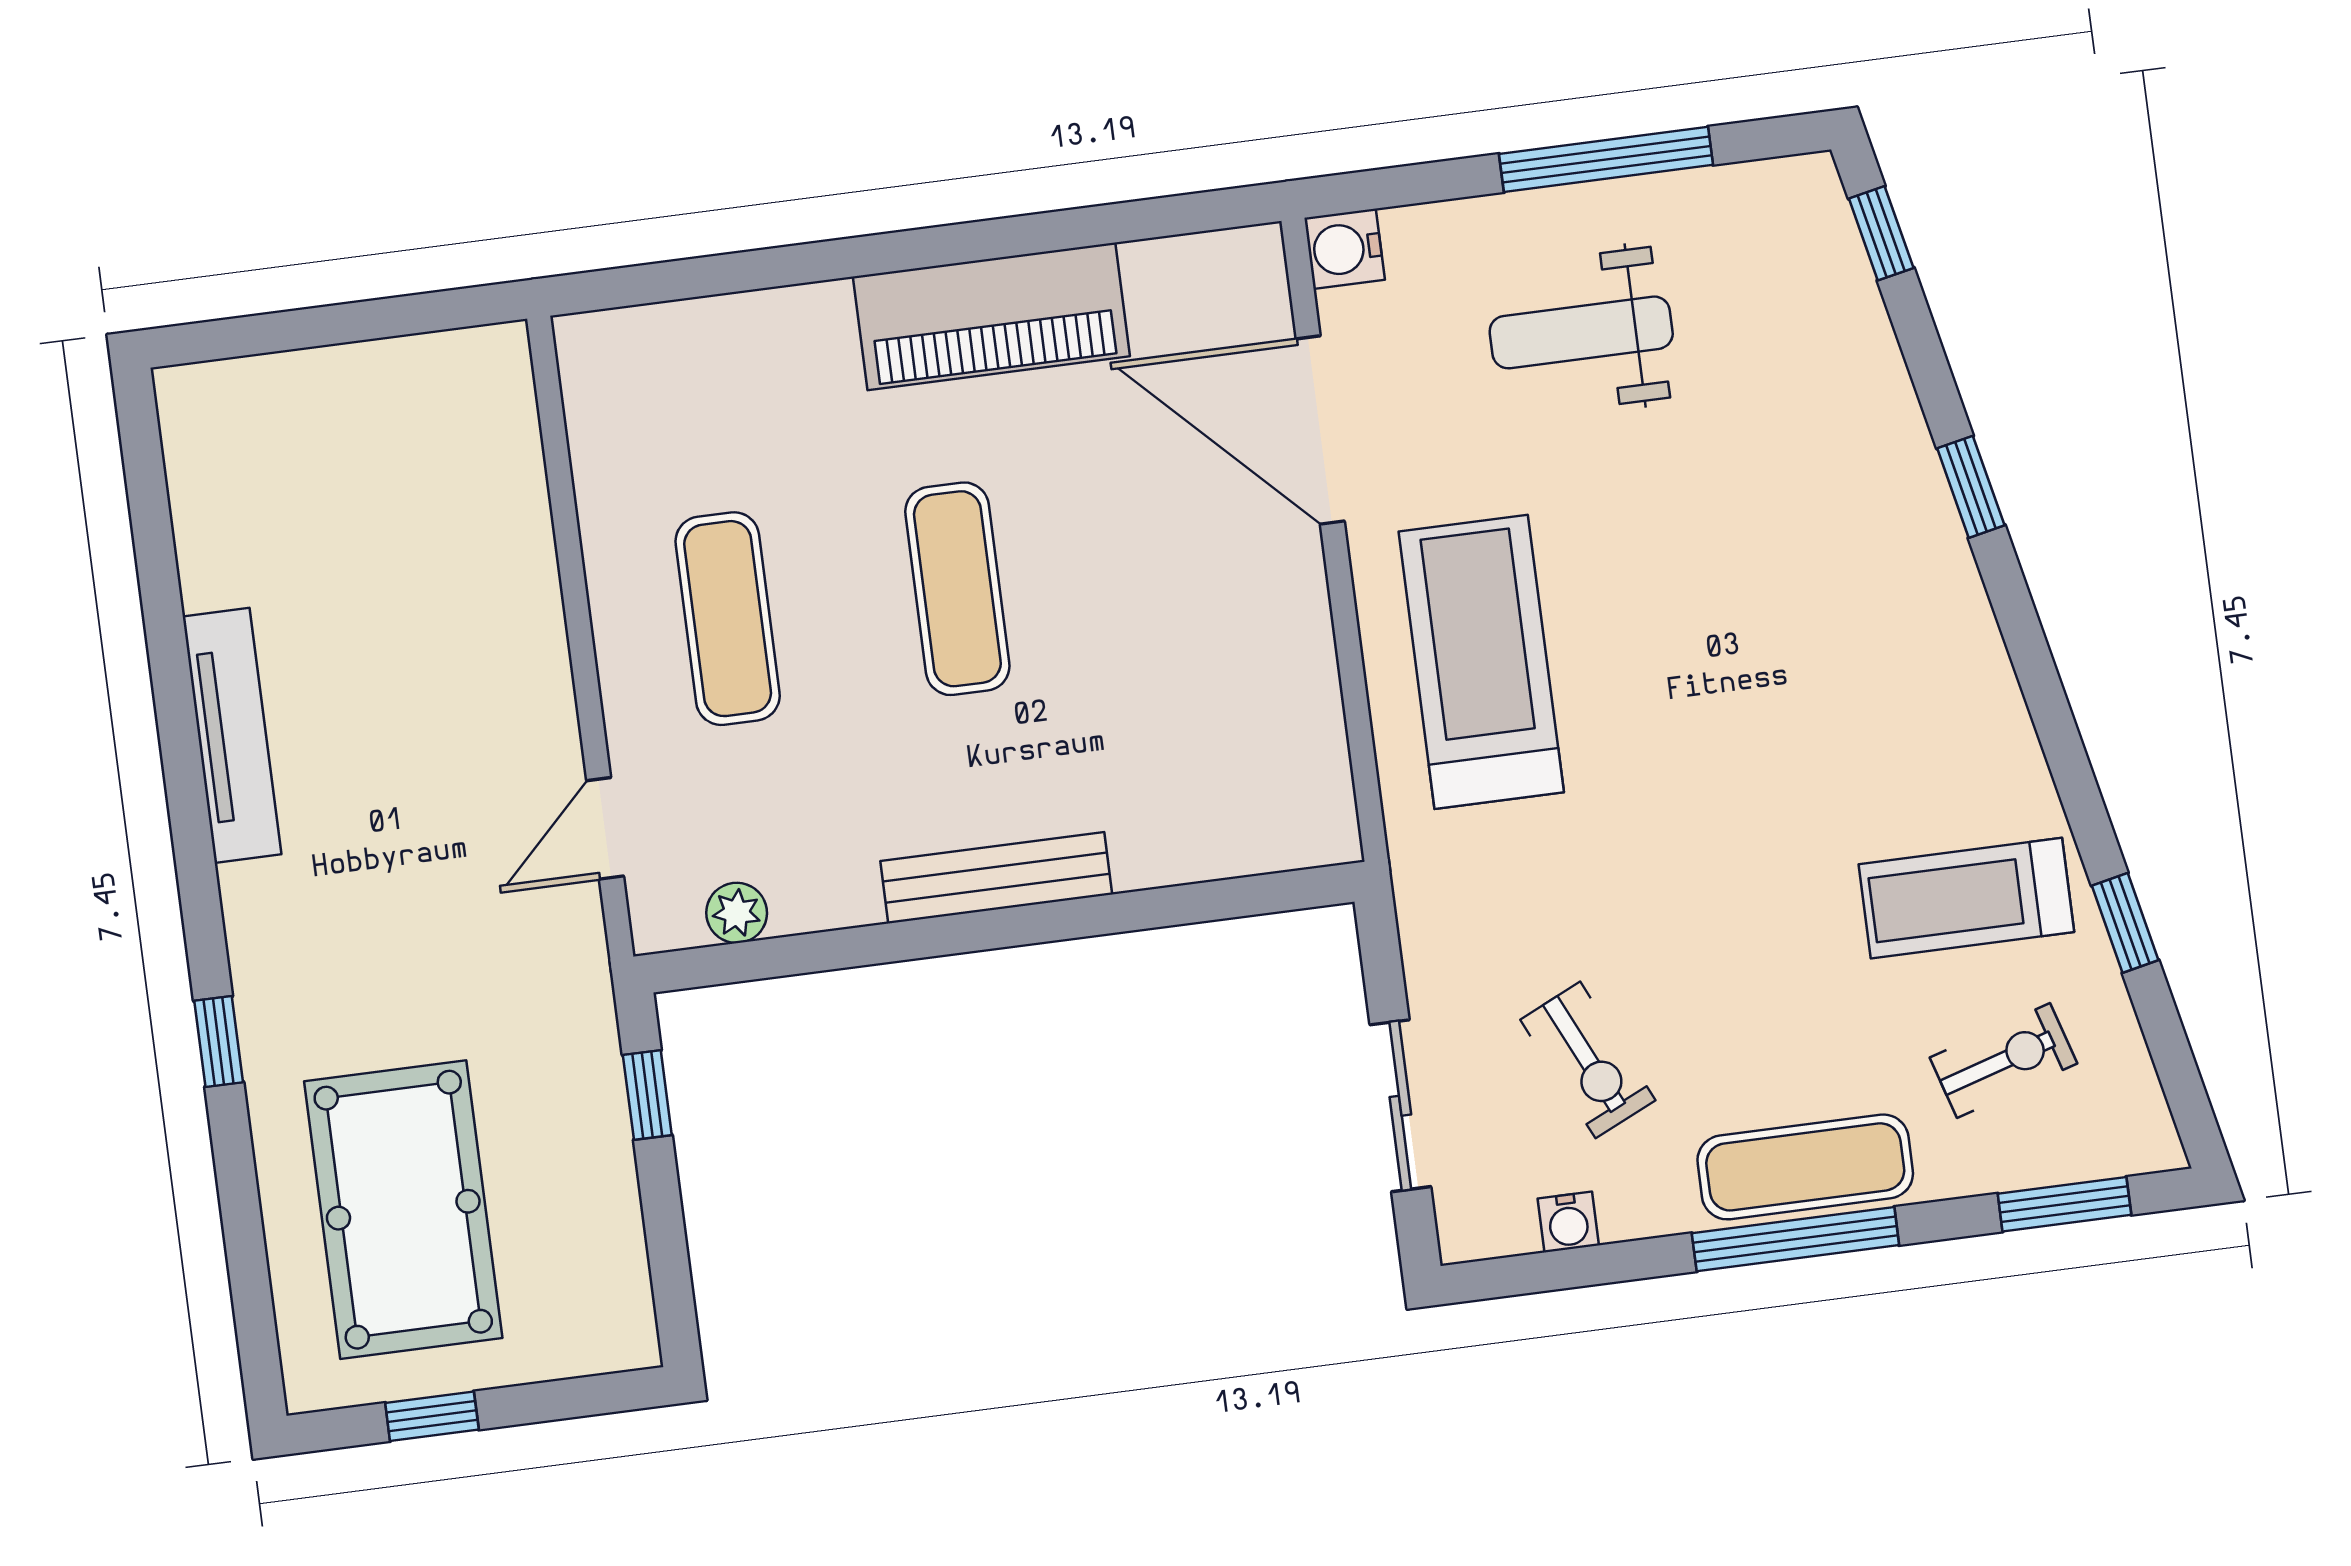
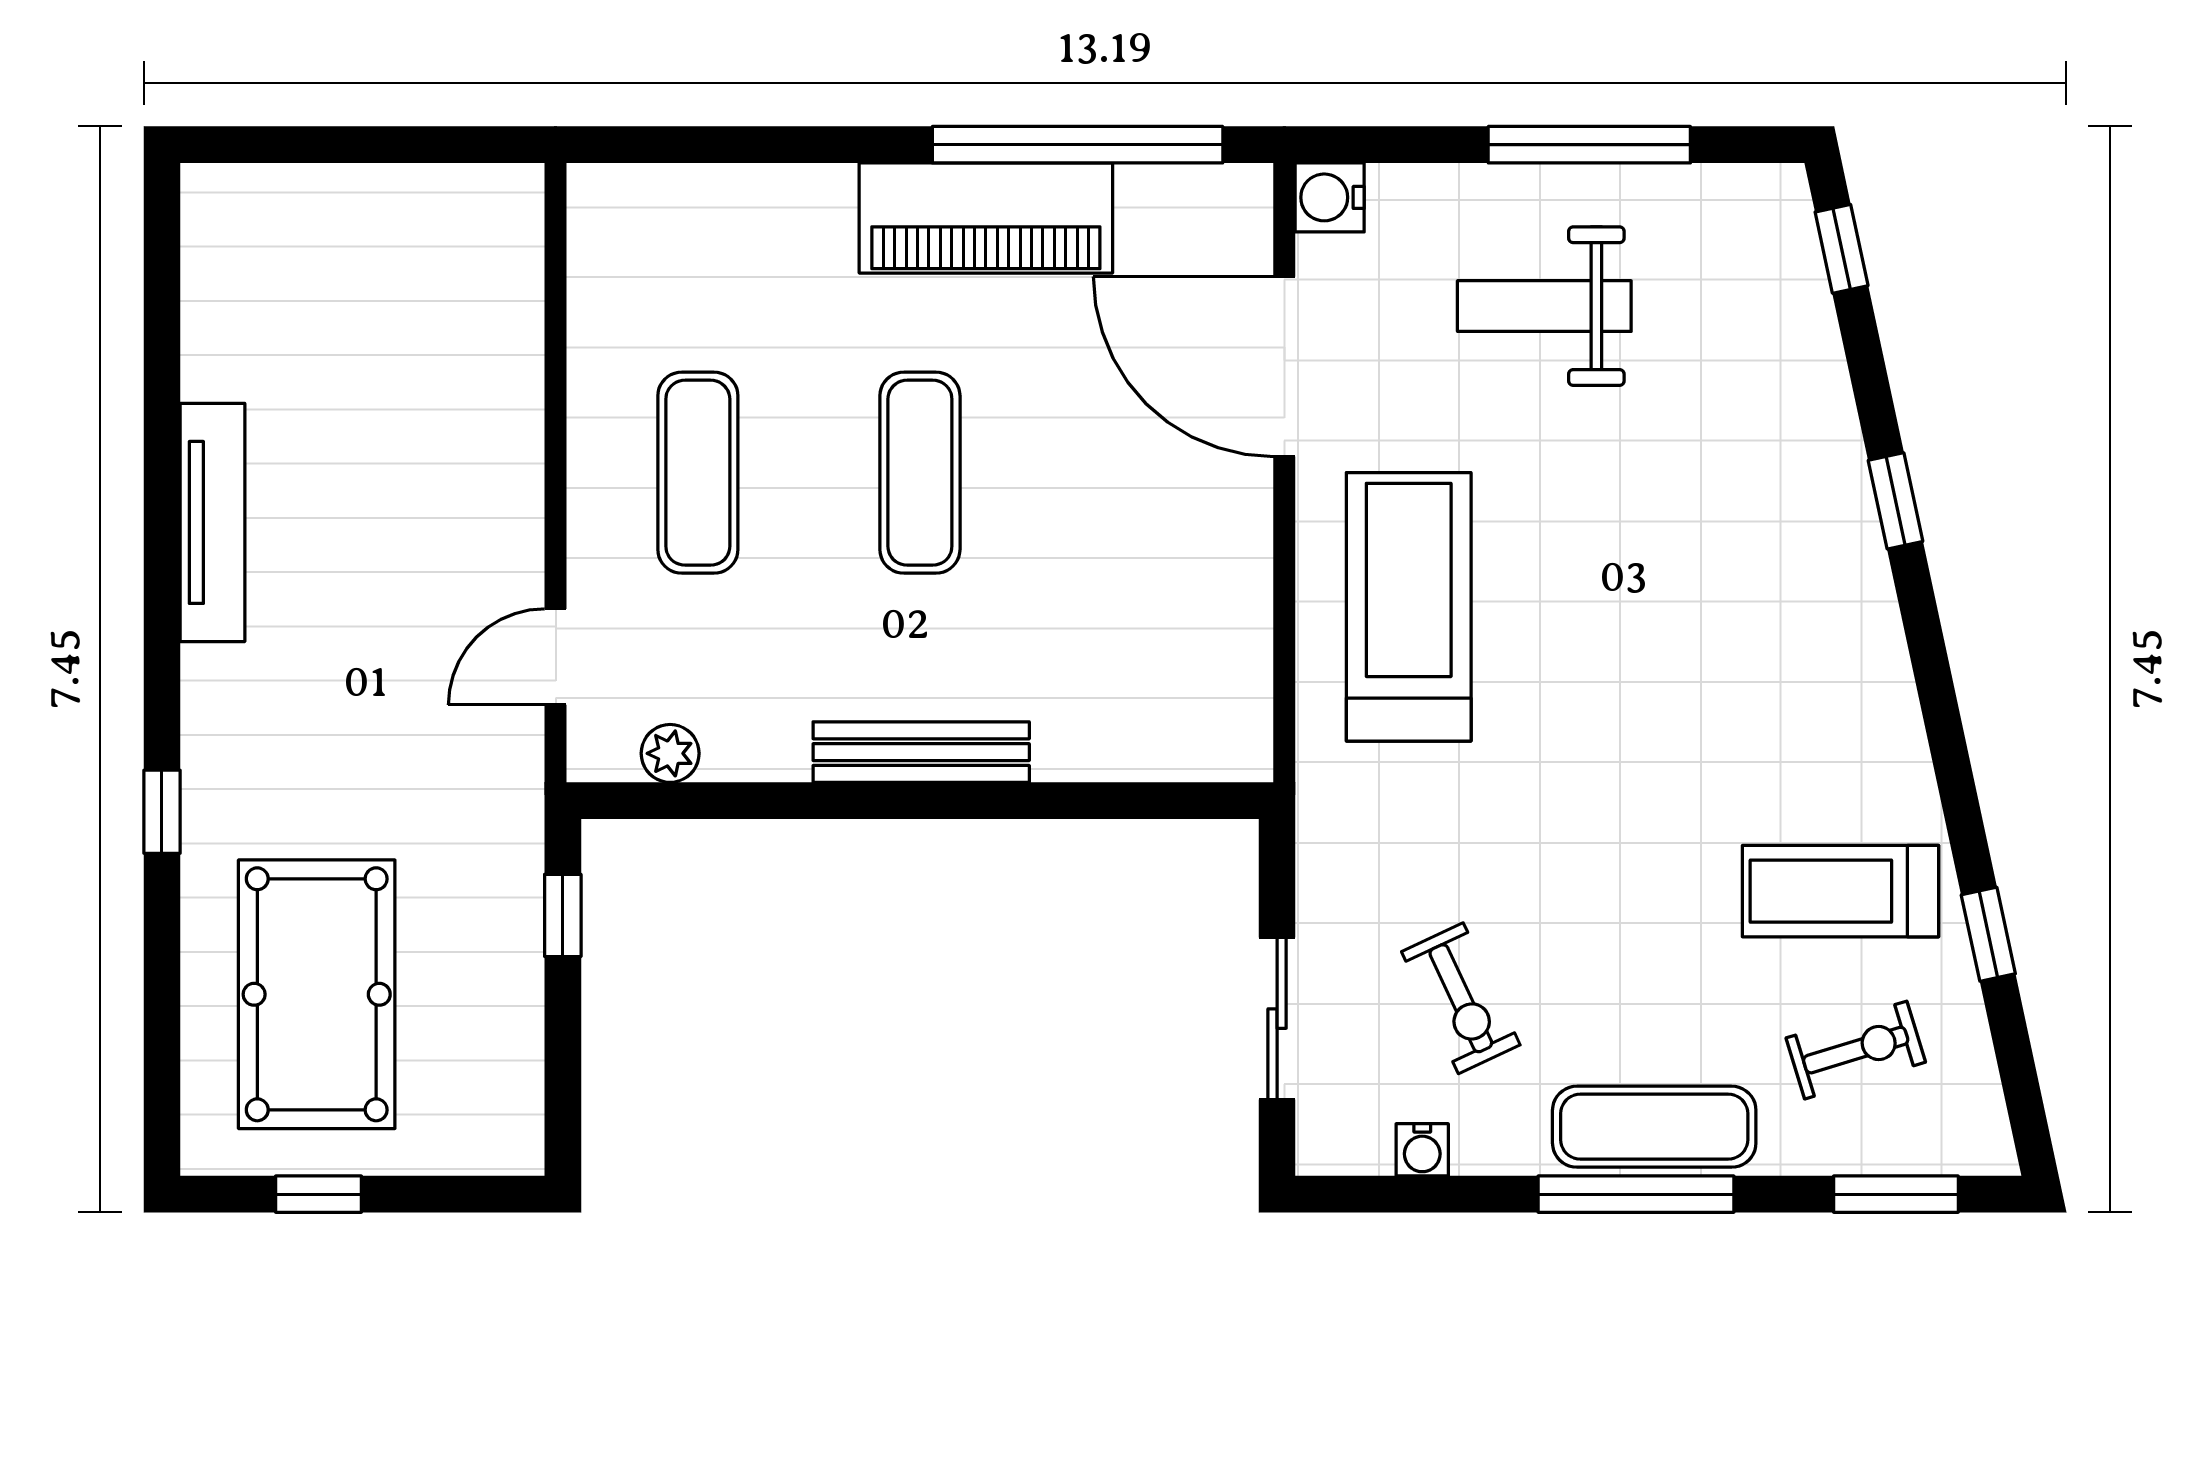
window: (1076, 228) -> (1078, 145), added

